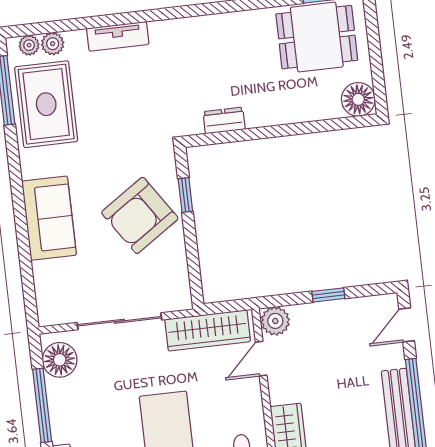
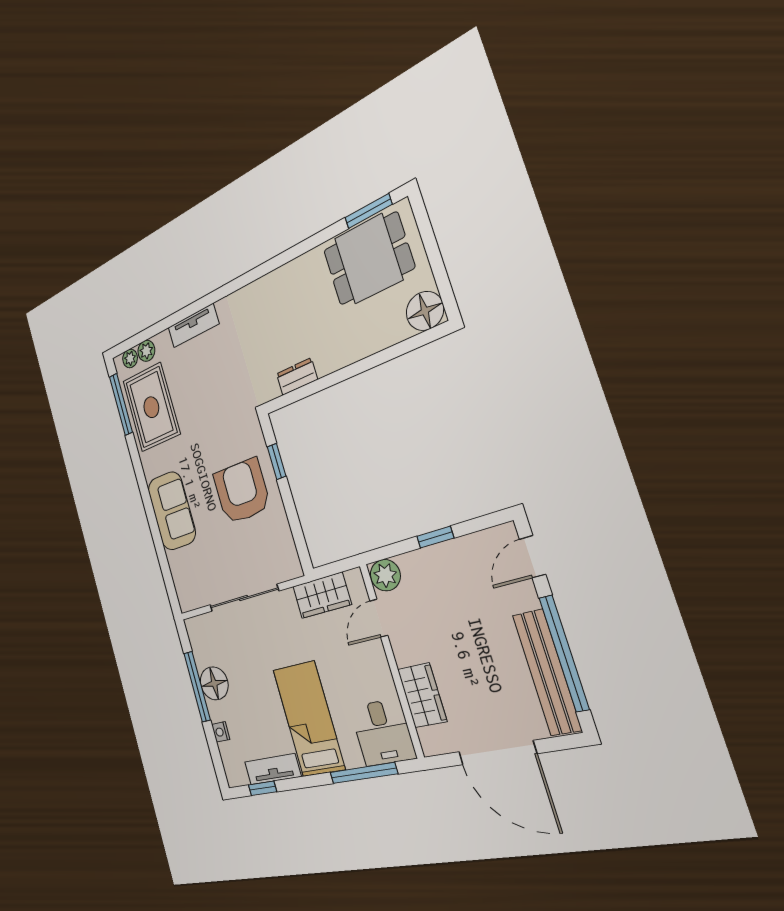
armchair: (140, 215) -> (242, 491), turned 124
wardrobe: (208, 330) -> (322, 595), width x0.67
floor lamp: (60, 360) -> (214, 683), moved

